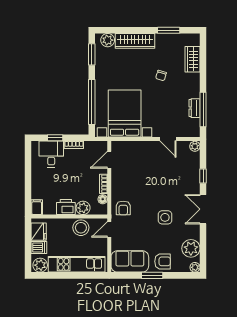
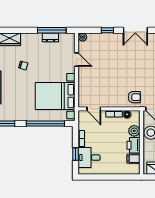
door: (168, 139) -> (76, 60), hinge flipped
filing cabinet: (37, 207) -> (134, 159), moved
side table: (165, 217) -> (142, 62), removed

